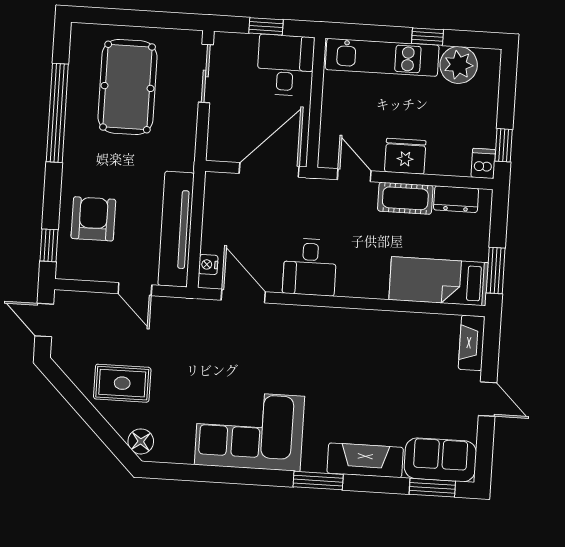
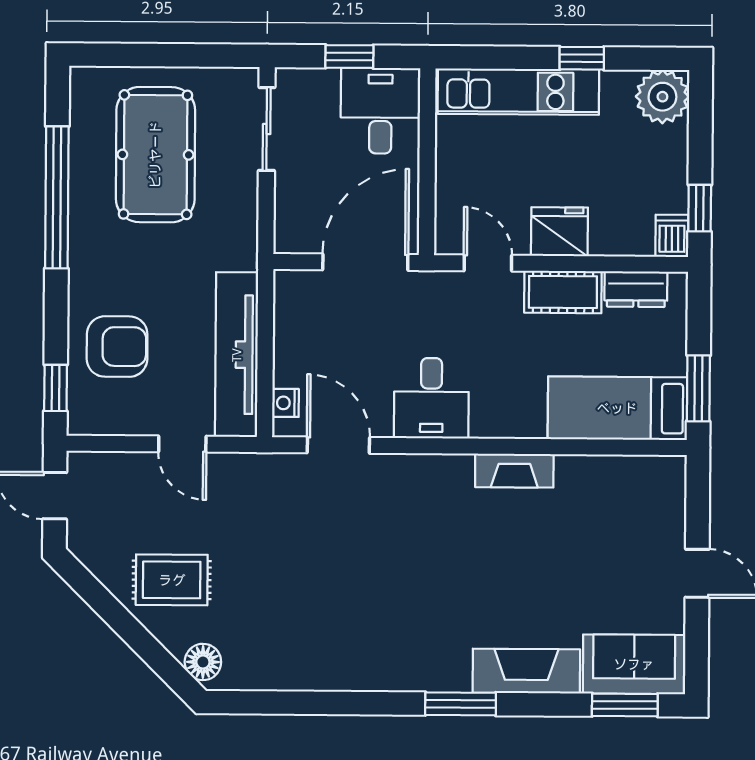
plant: (459, 65) -> (662, 97), moved
armchair: (93, 219) -> (117, 347), turned 90
fireplace: (472, 343) -> (514, 471), moved, turned -90
corner sofa: (250, 431) -> (358, 638), removed

